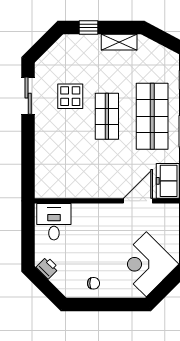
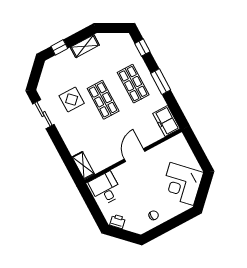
shop shelf: (152, 116) -> (133, 84), width x0.70, depth x0.74
shelving: (42, 181) -> (83, 165), added
door: (138, 201) -> (135, 155), moved

